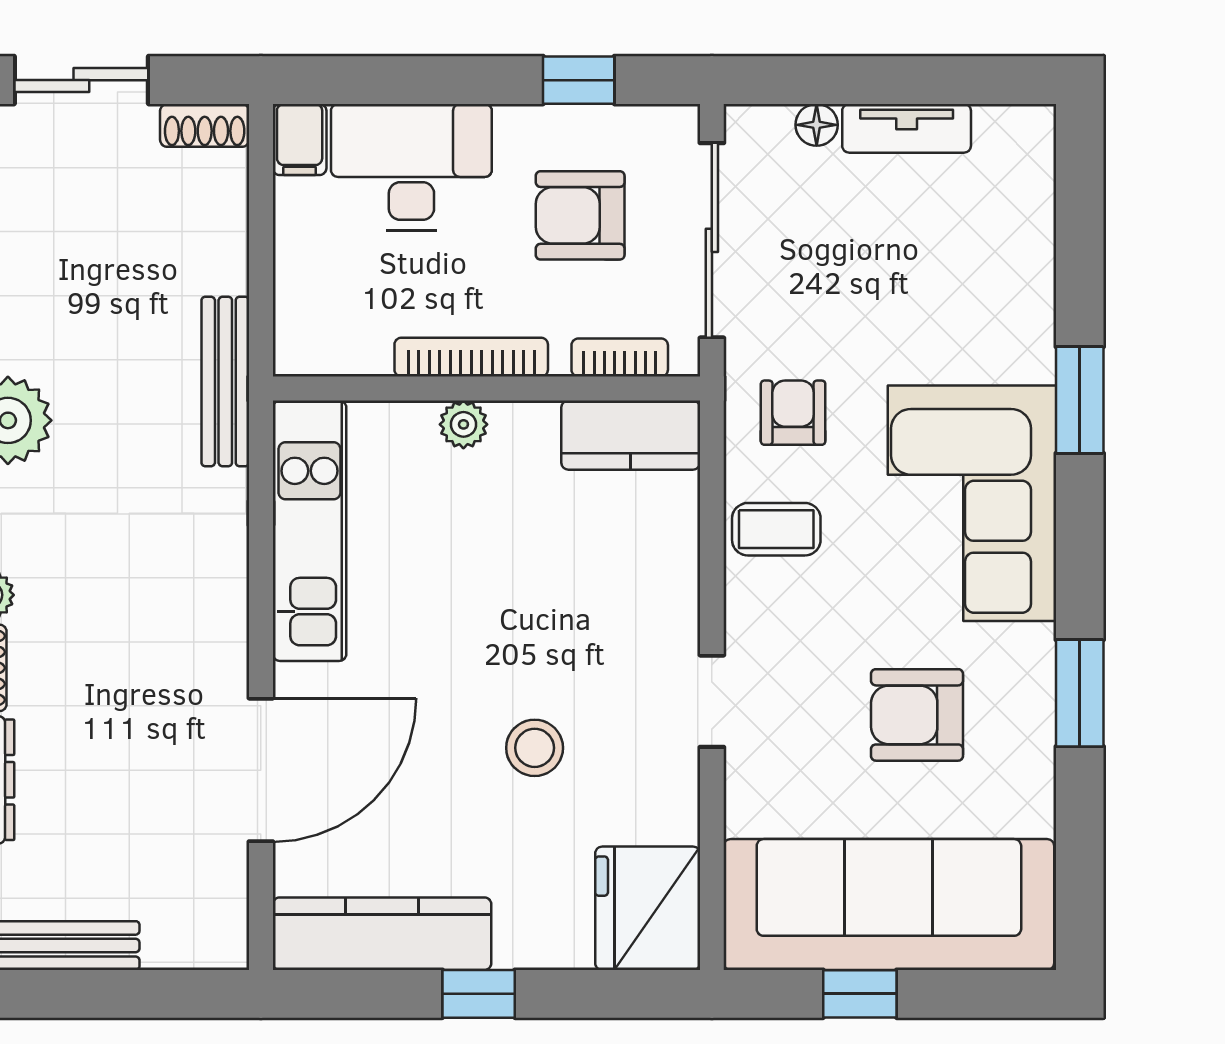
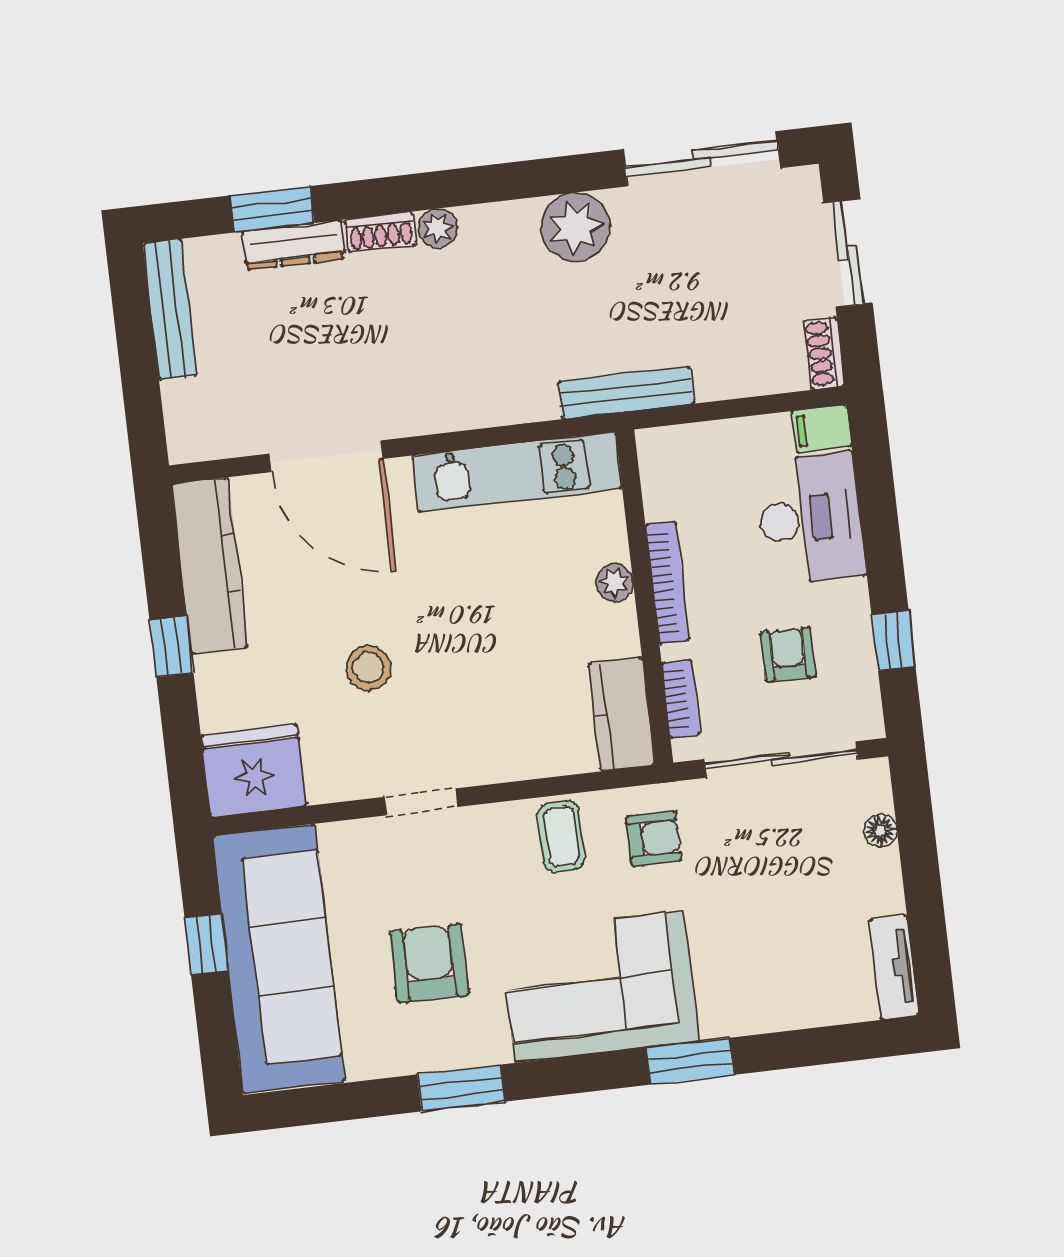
tv unit: (907, 128) -> (894, 968), moved
armchair: (580, 215) -> (788, 655), width x0.72, depth x0.72

